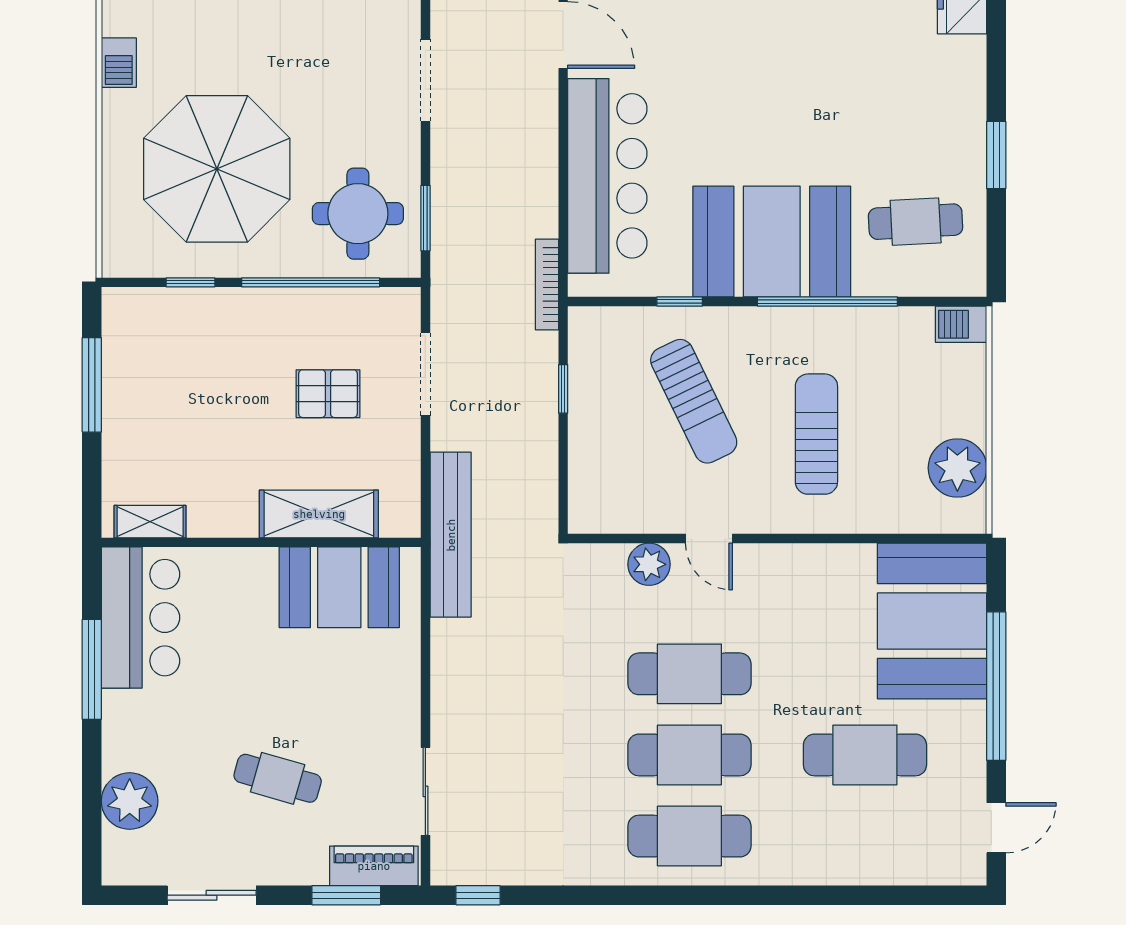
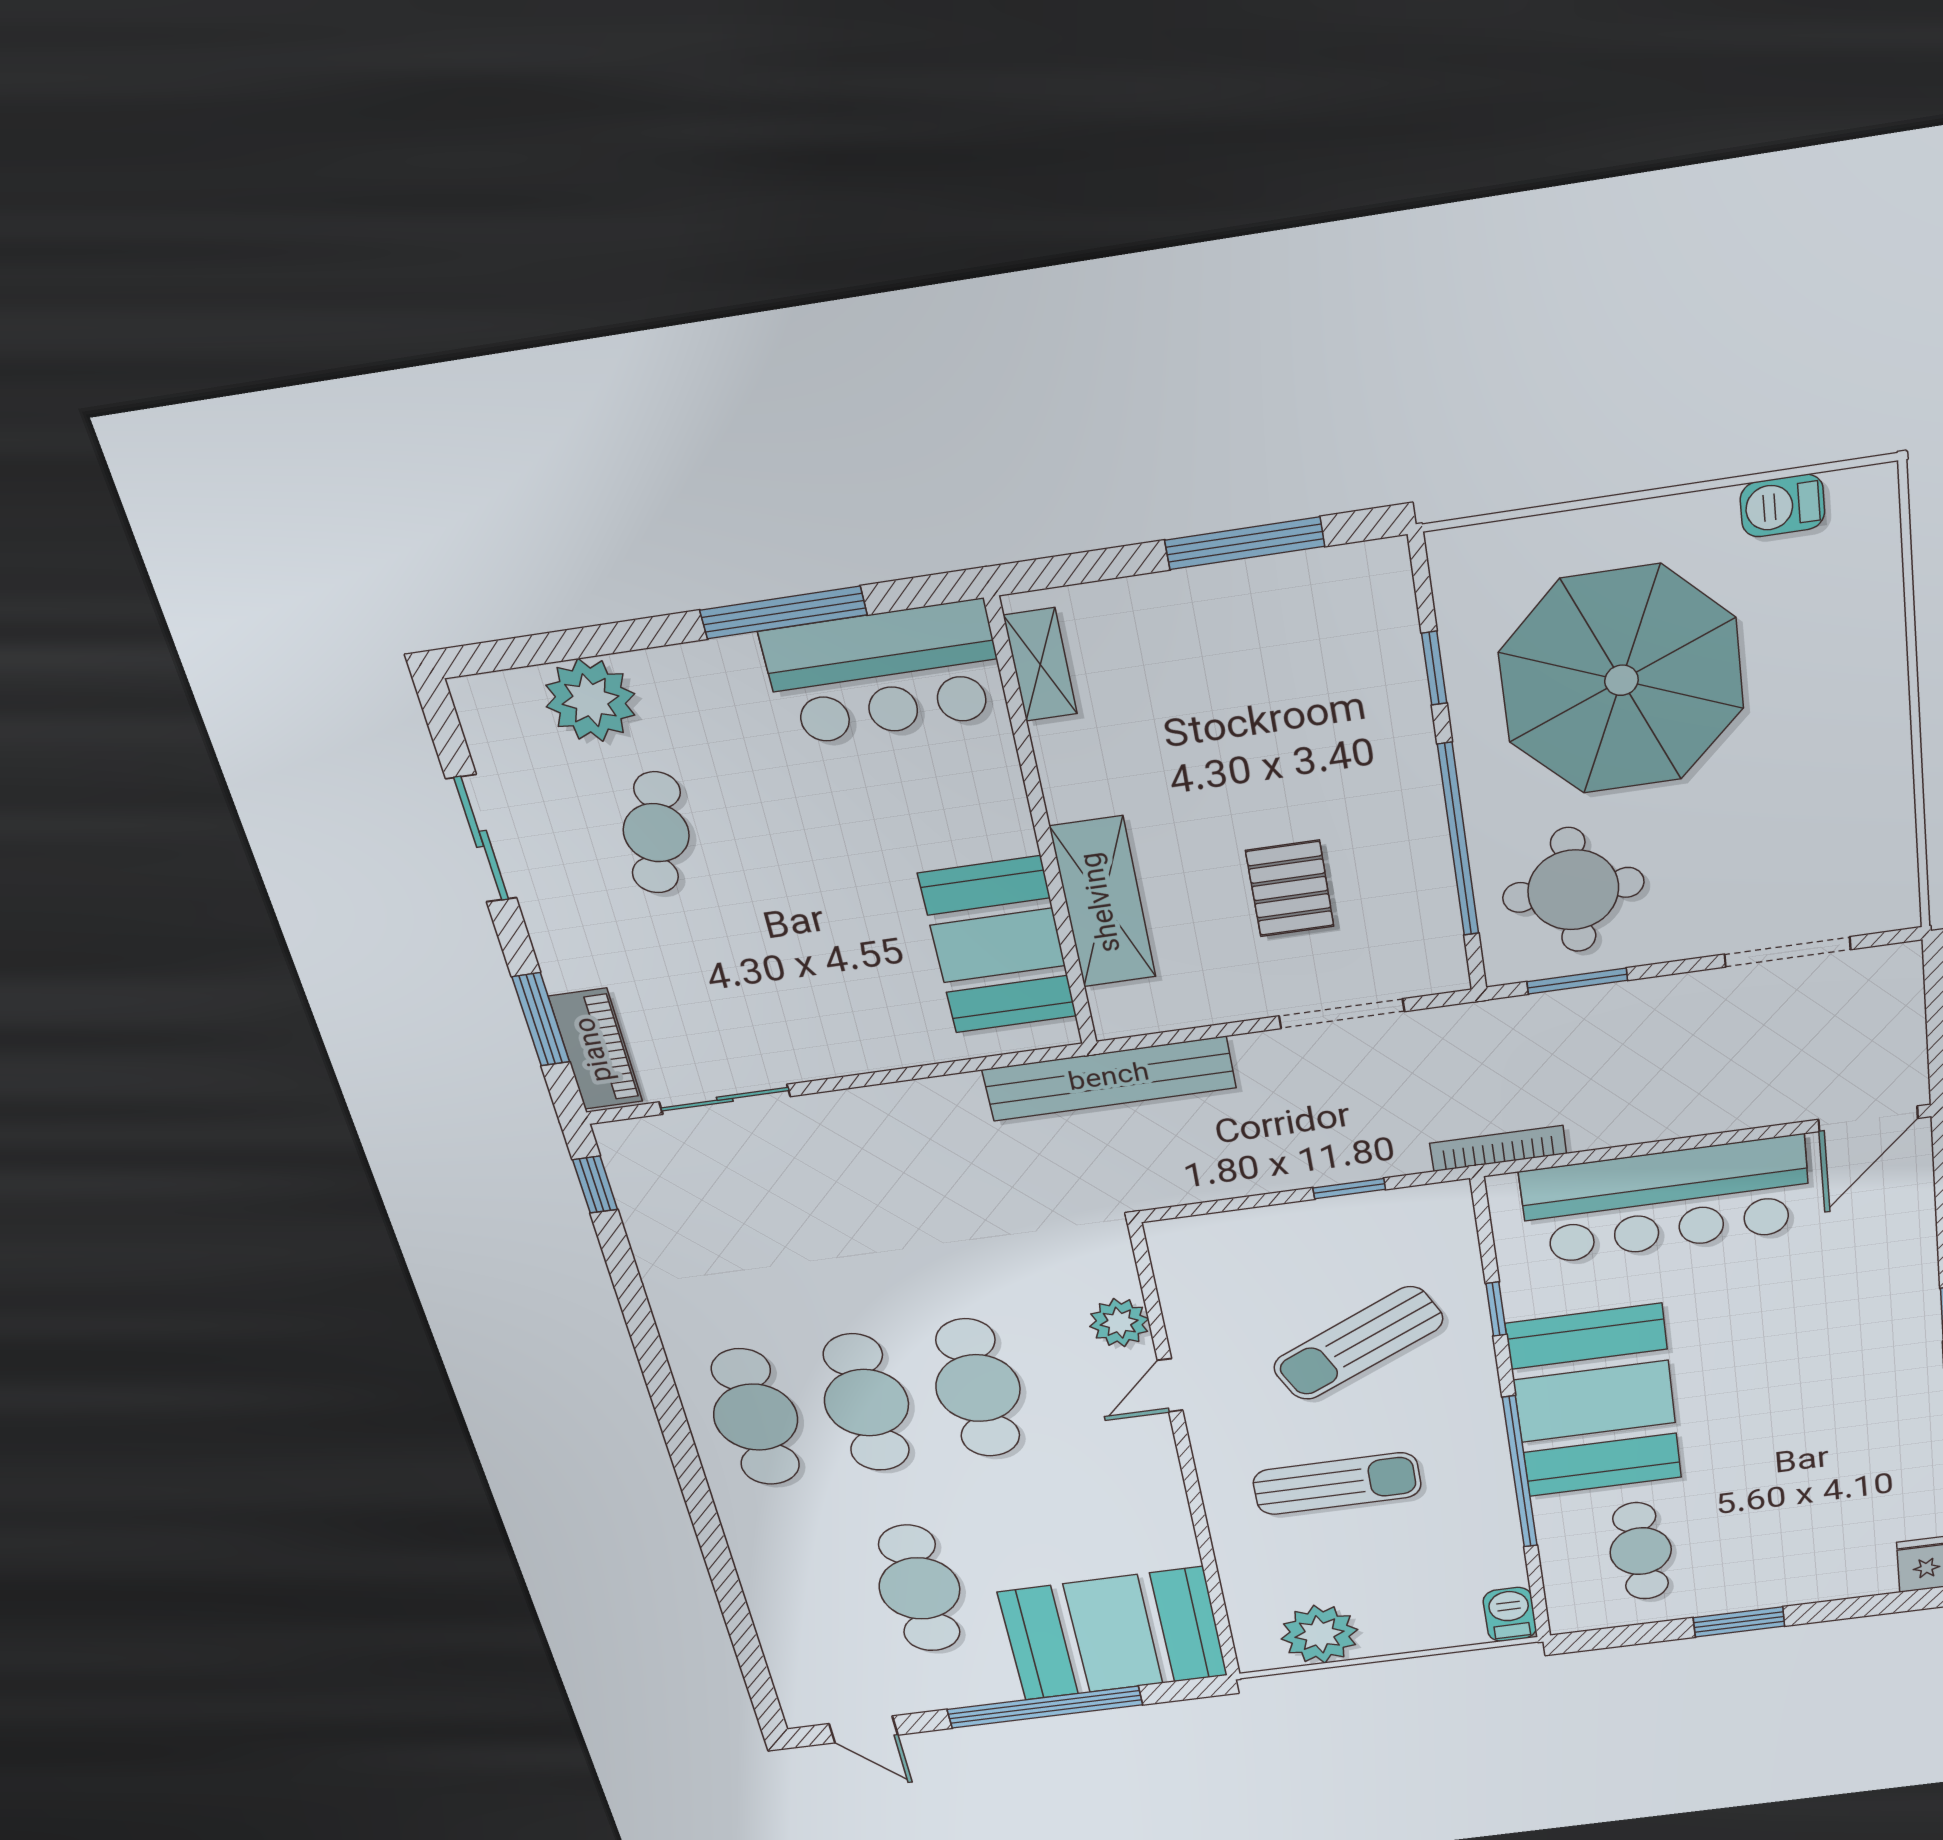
cafe table: (278, 778) -> (656, 833), moved

